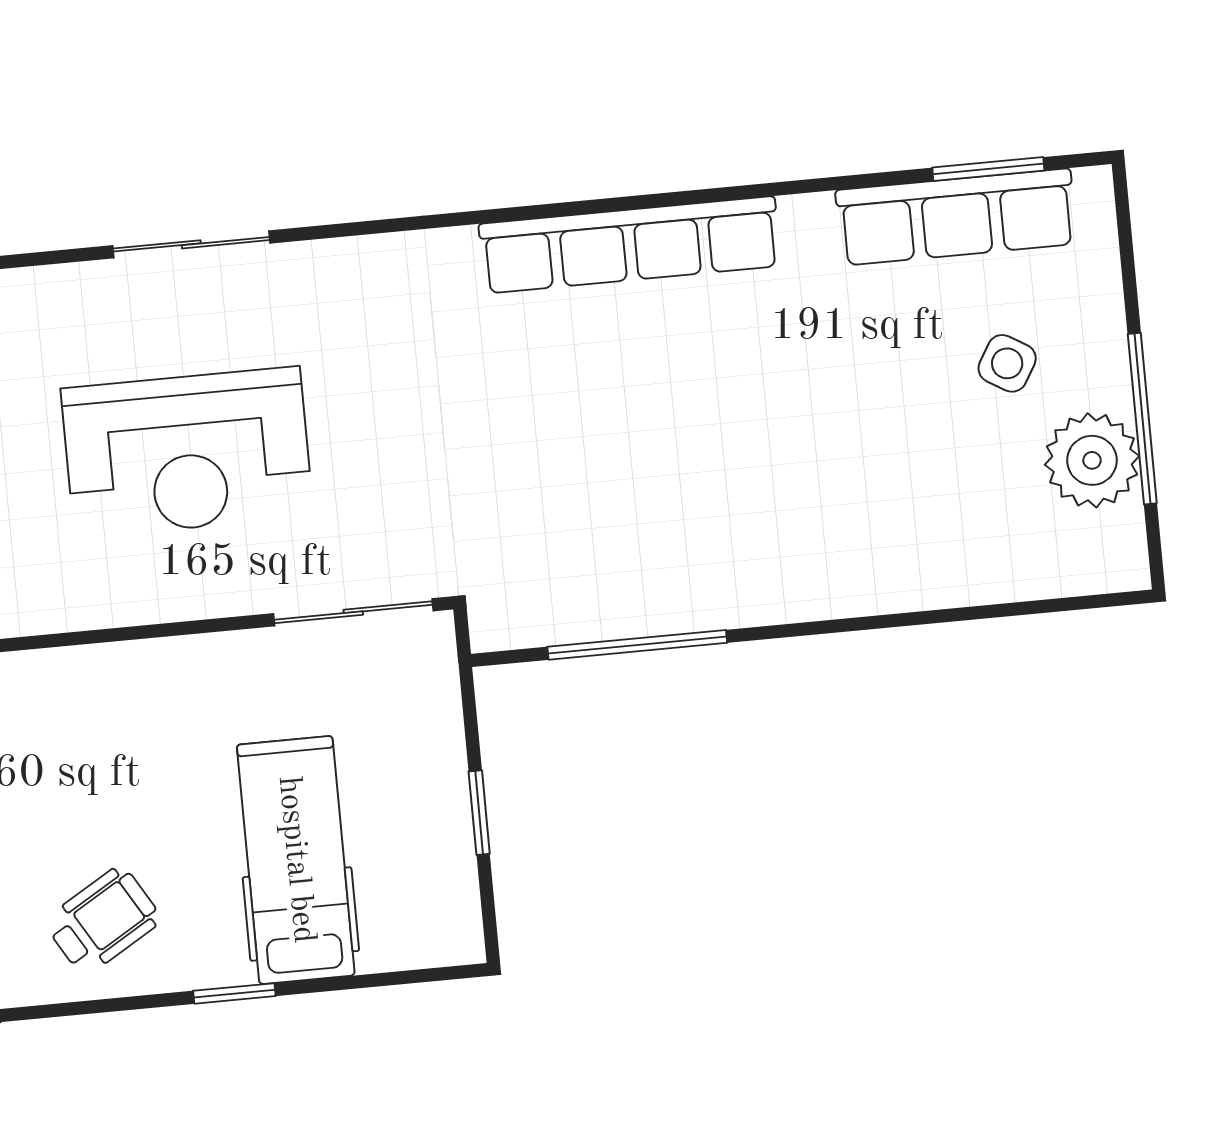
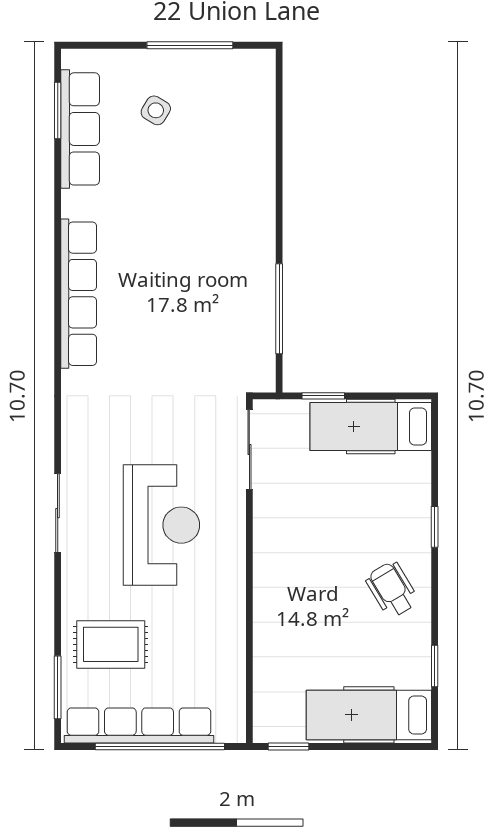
plant: (1092, 460) -> (208, 72), removed
window: (479, 813) -> (323, 396), moved
hospital bed: (296, 860) -> (371, 427), moved

